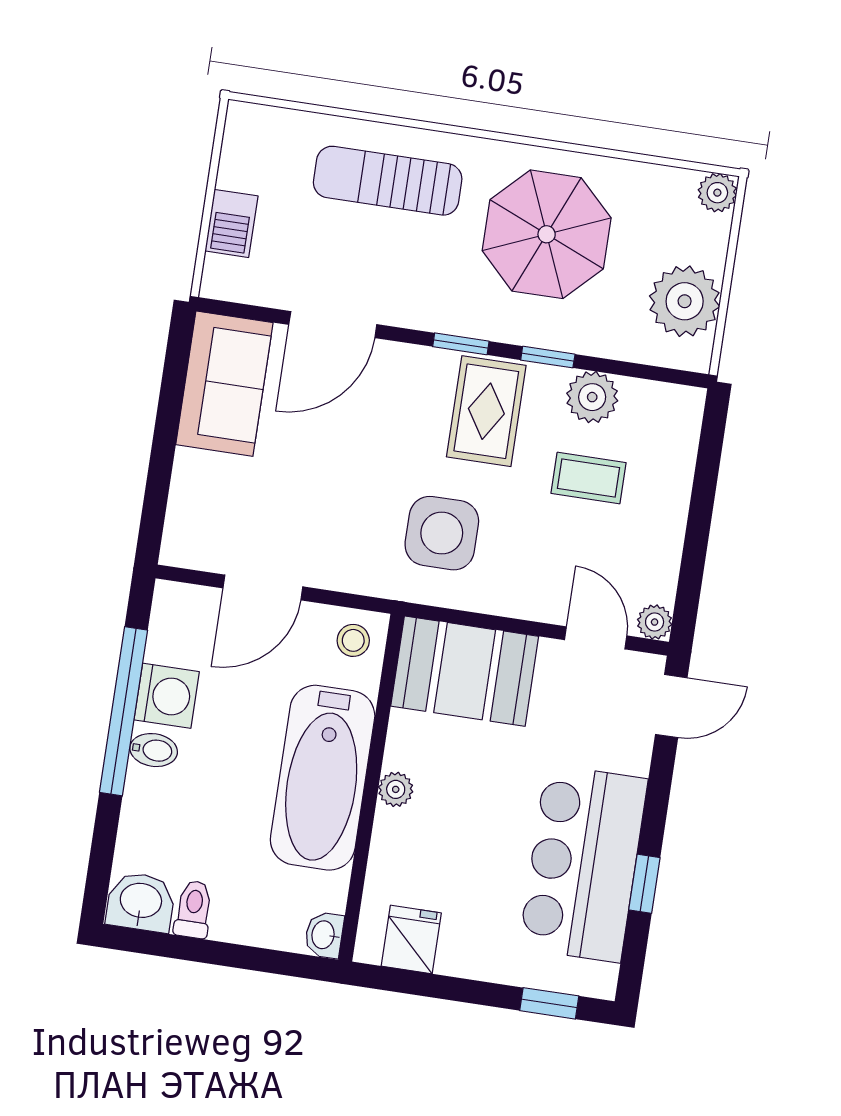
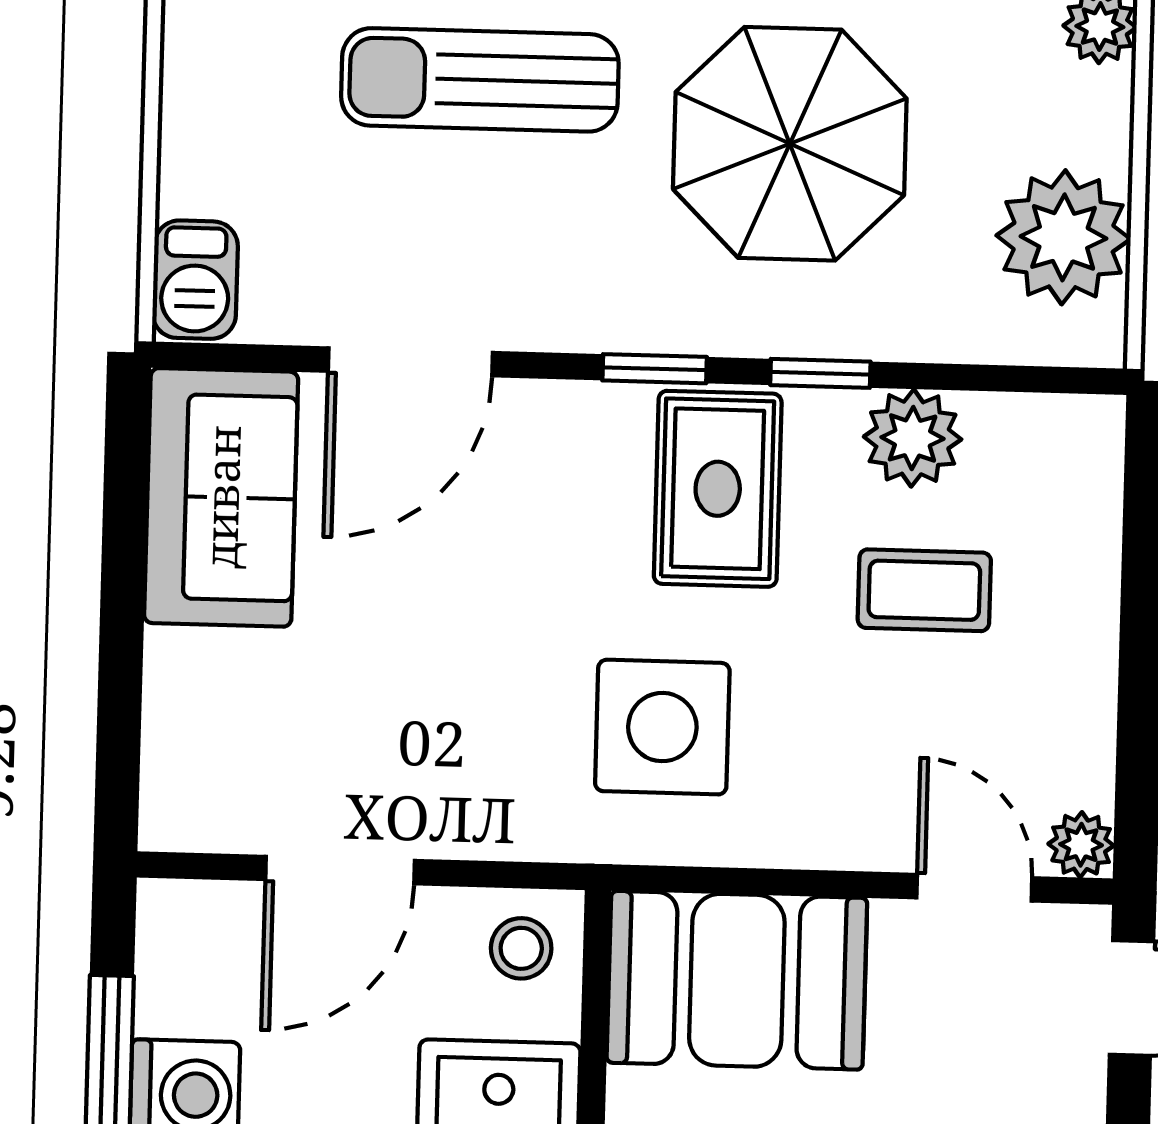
barbecue: (231, 223) -> (195, 280), moved

